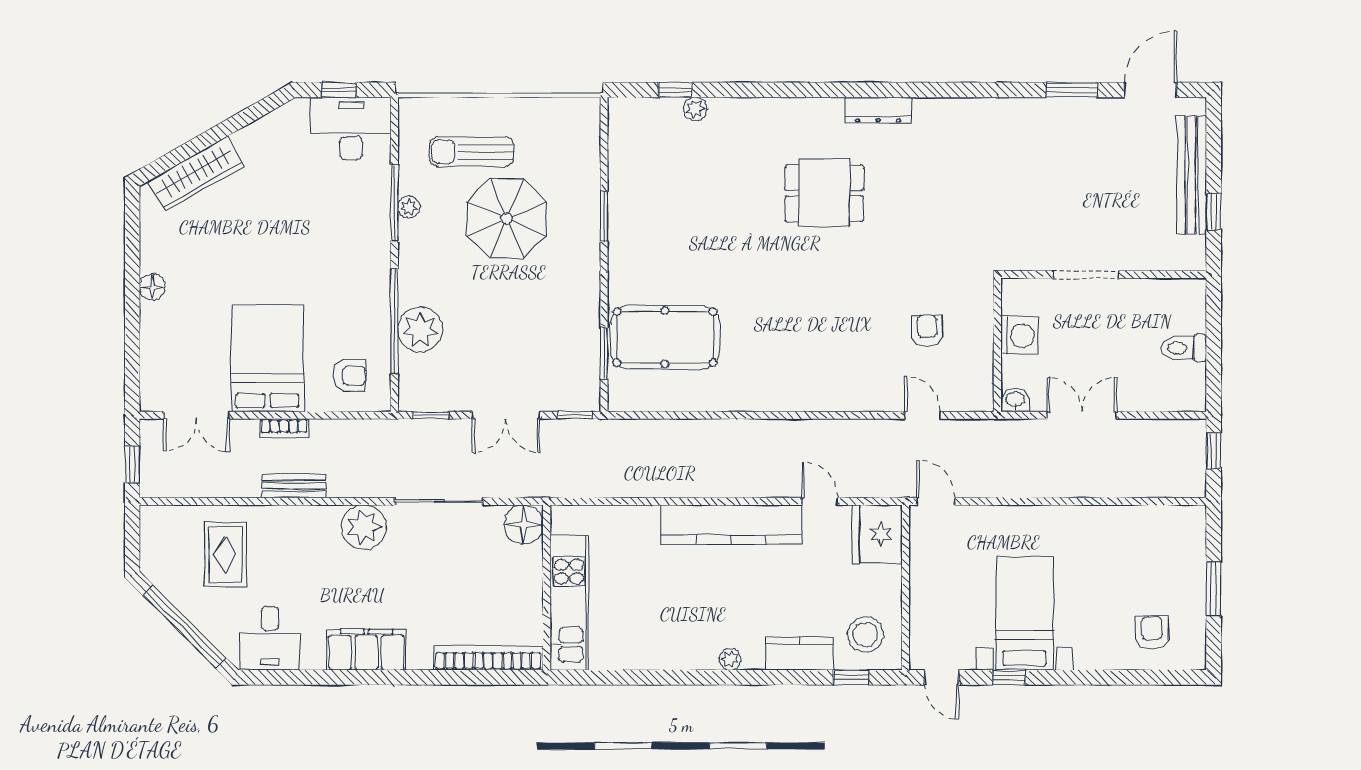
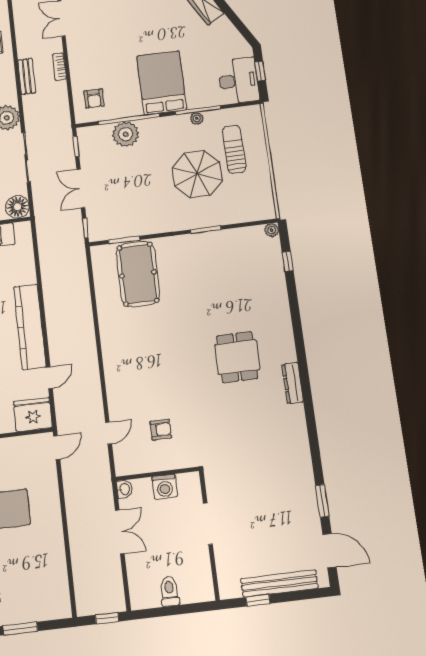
plant: (695, 109) -> (272, 230), moved
bed: (267, 358) -> (162, 83), moved, turned -90

